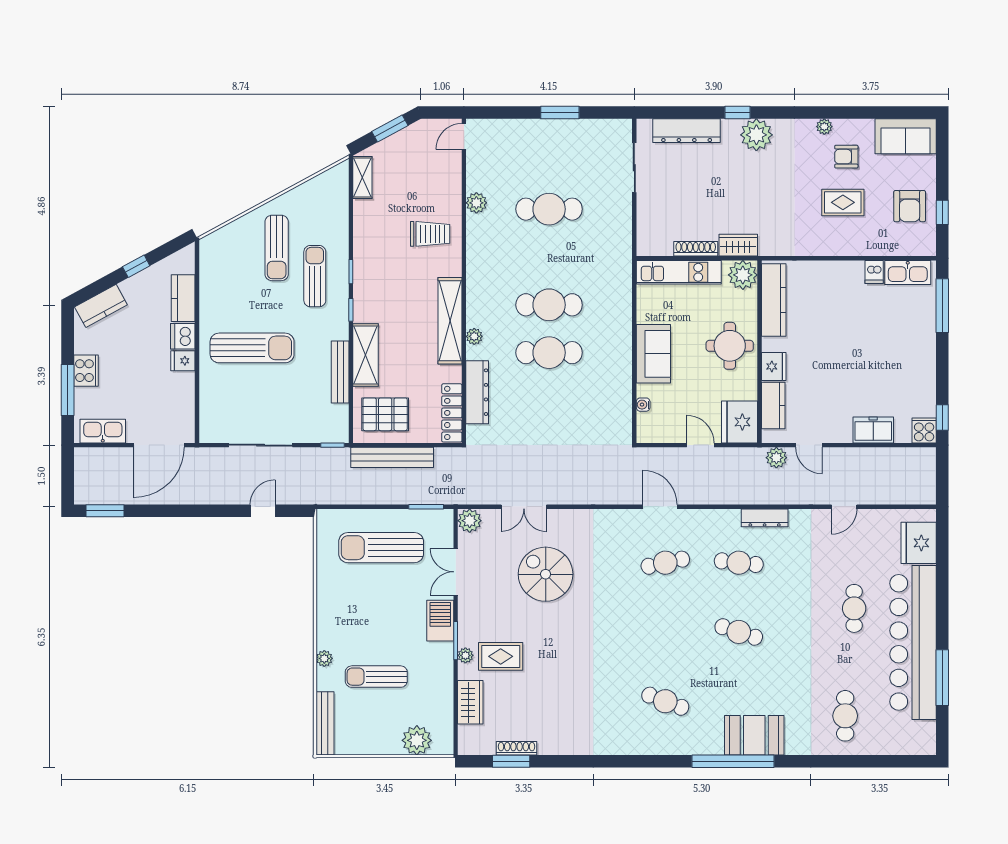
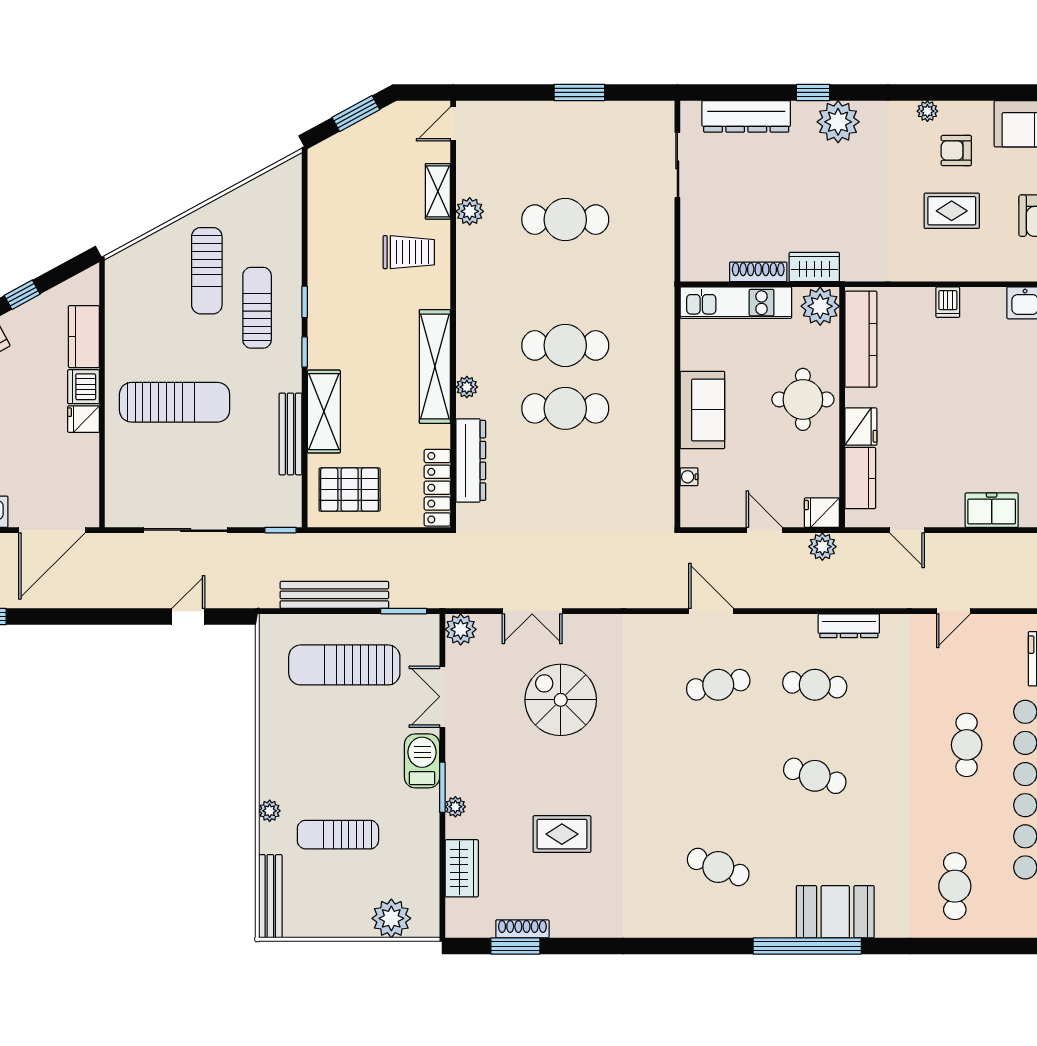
shelving: (362, 177) -> (438, 191), moved
dishwasher: (874, 272) -> (948, 302), moved
fridge: (740, 422) -> (822, 513), width x0.53, depth x0.75
bench: (392, 457) -> (334, 595), moved
plant: (776, 458) -> (822, 547), moved
rug: (501, 656) -> (562, 834), moved

